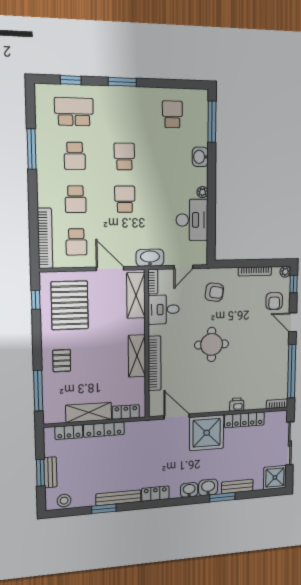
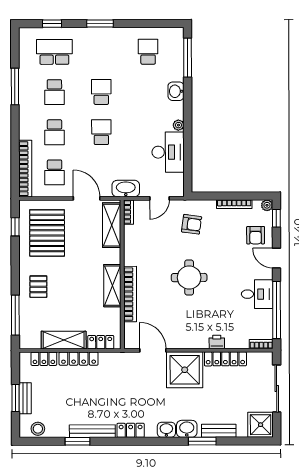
desk: (164, 309) -> (257, 294), moved, turned 180

